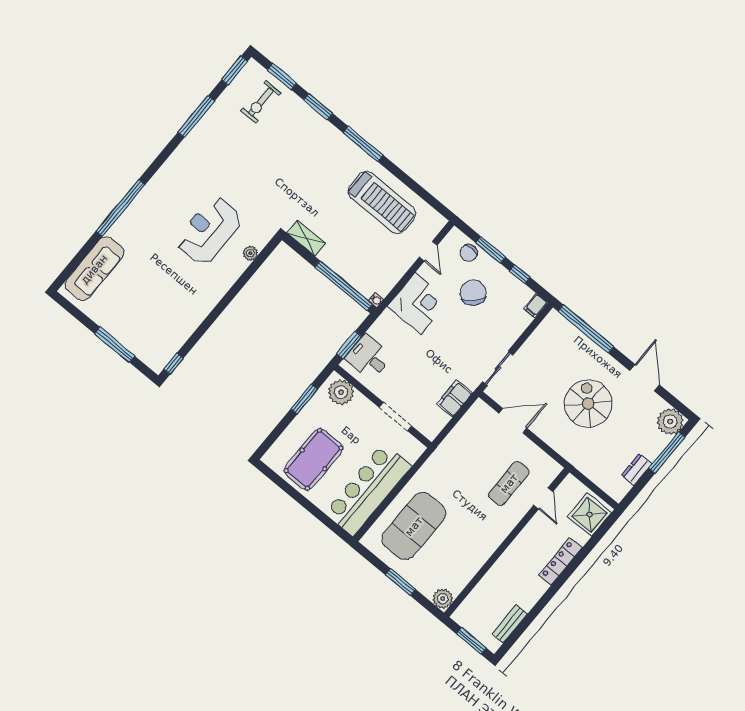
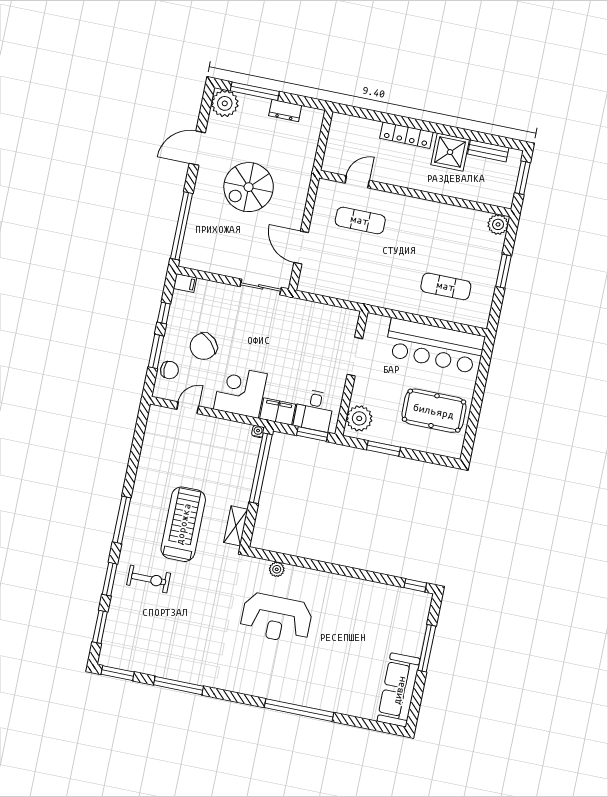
exercise bike: (261, 102) -> (149, 579), moved
treadmill: (382, 202) -> (183, 524), moved
sofa: (94, 269) -> (399, 690), moved, turned -90
filing cabinet: (455, 399) -> (278, 411), moved, turned 180
shower: (590, 515) -> (450, 152), moved
exercise mat: (414, 526) -> (446, 286), width x0.50, depth x0.69

